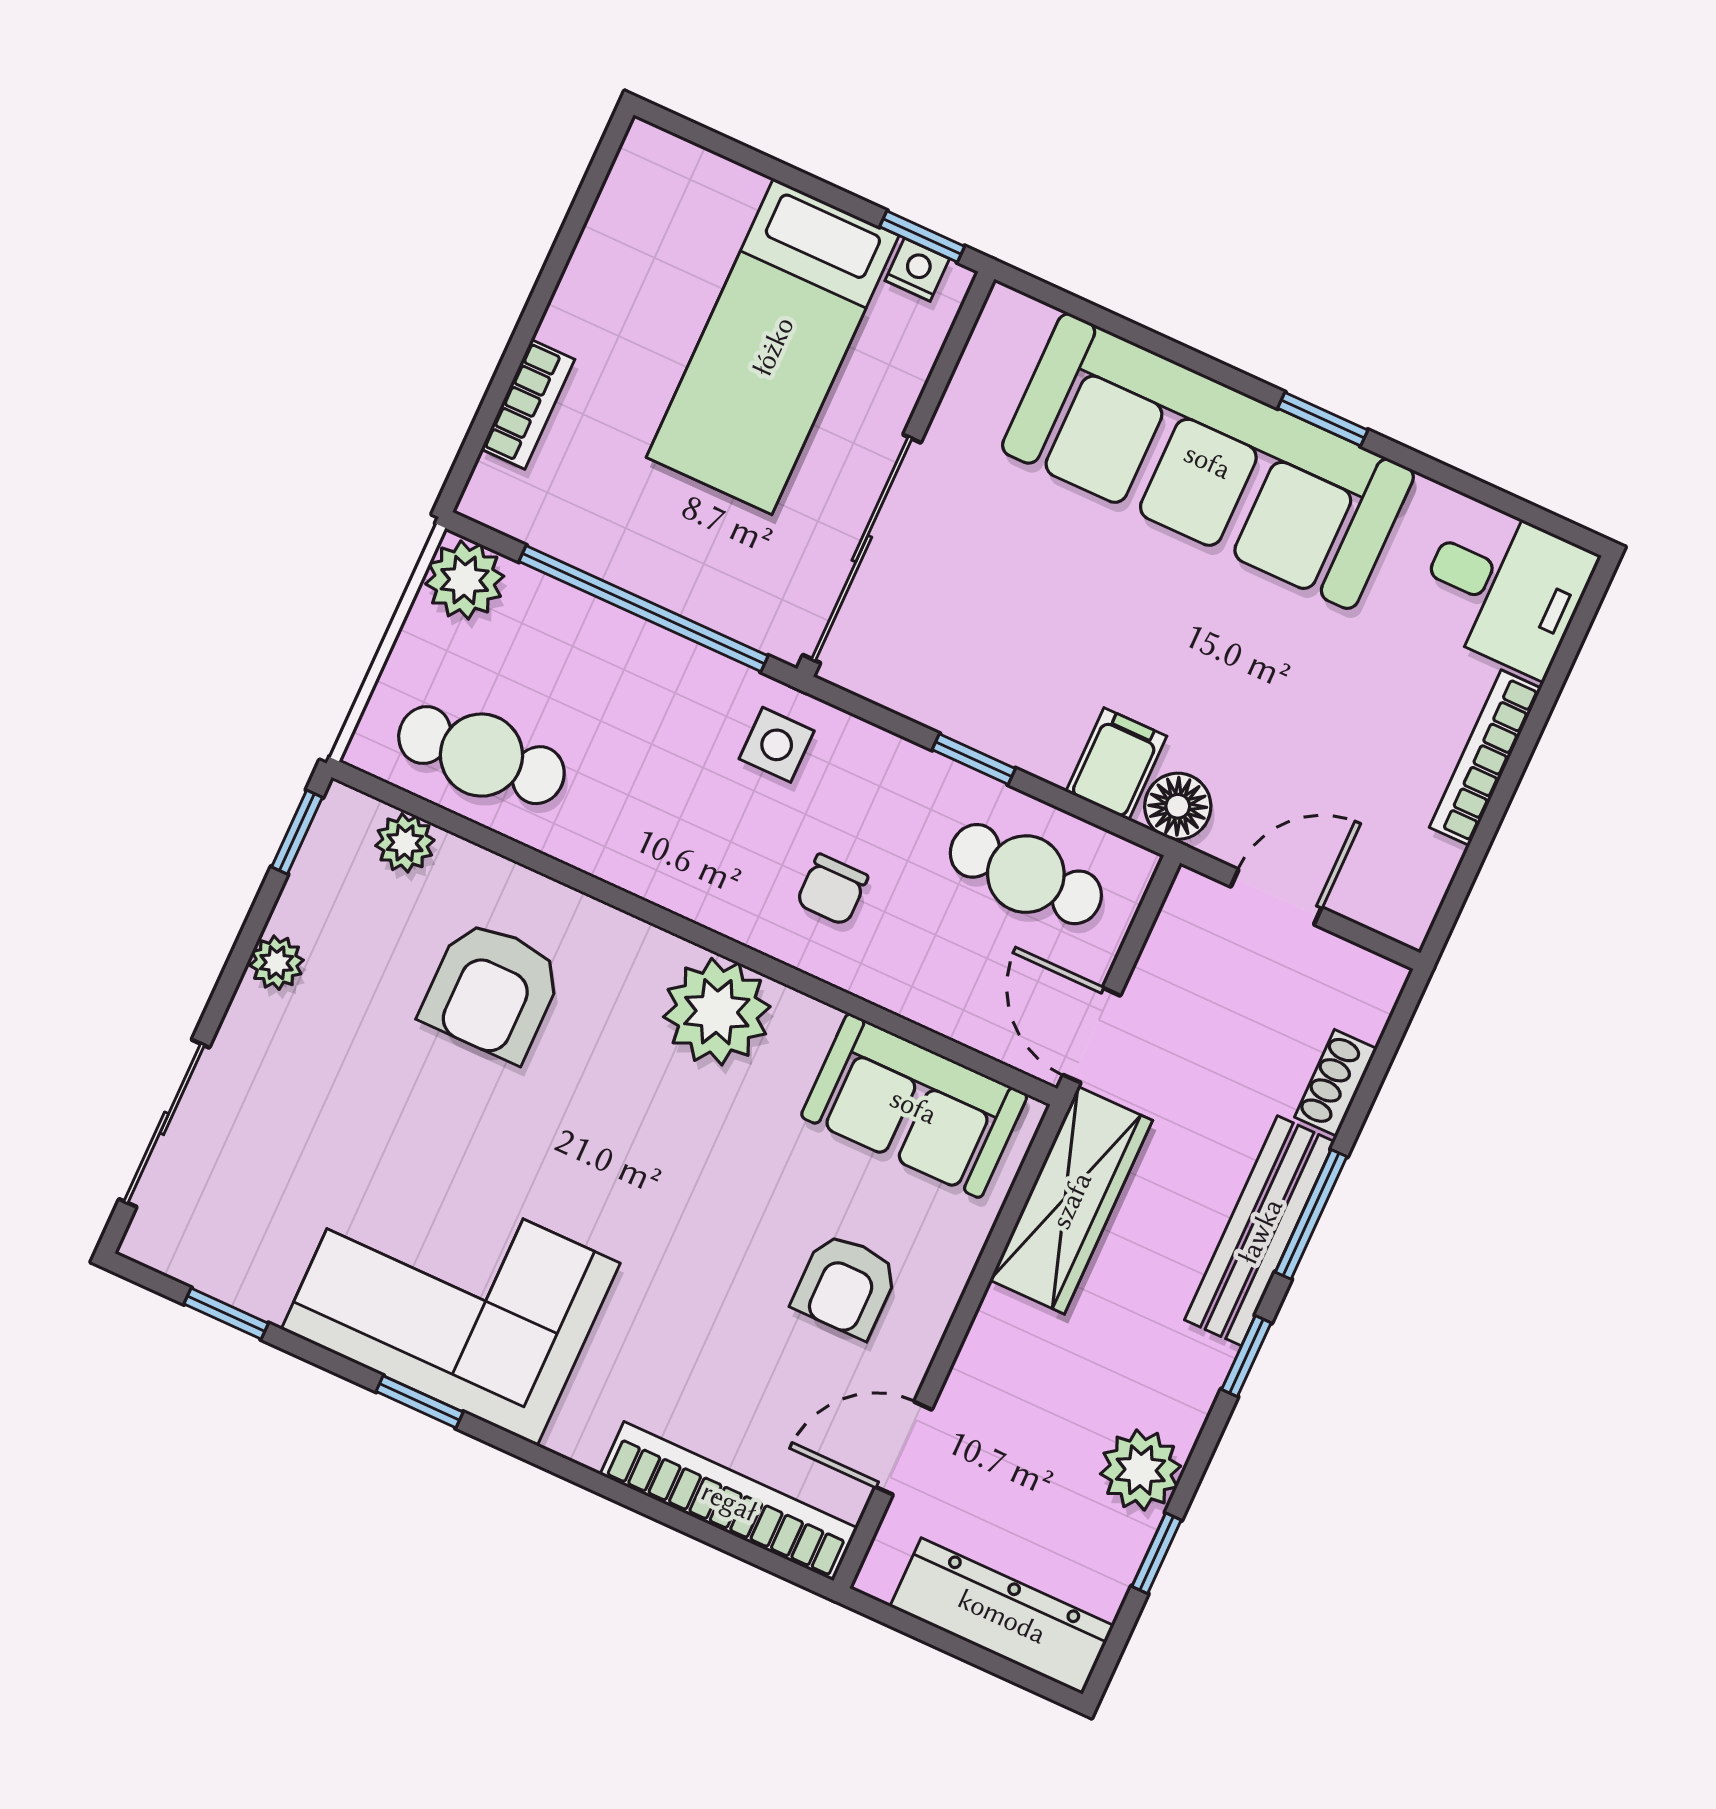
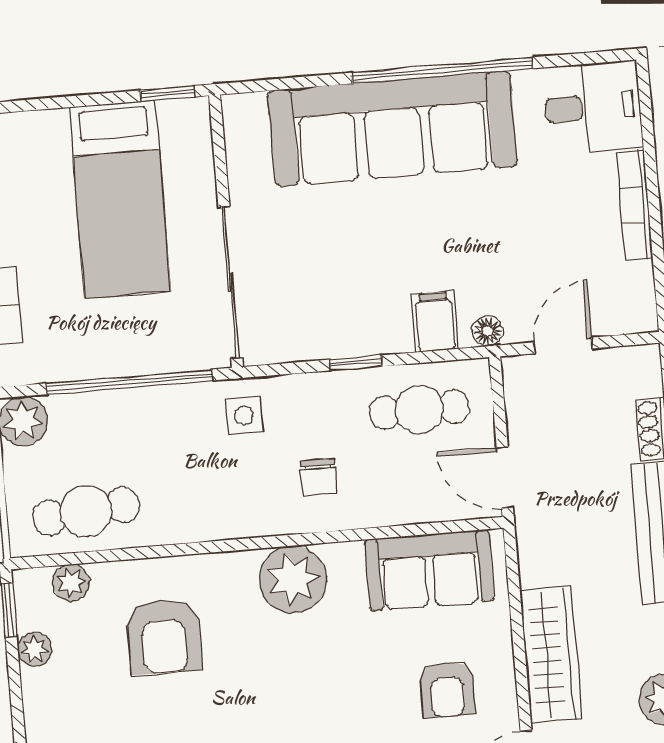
nightstand: (917, 270) -> (175, 113), removed
window: (1323, 419) -> (442, 70), width x3.17
floor lamp: (1178, 806) -> (488, 331), width x0.73, depth x0.73
plant: (277, 963) -> (35, 649), moved
wardrobe: (1071, 1200) -> (551, 654), moved

